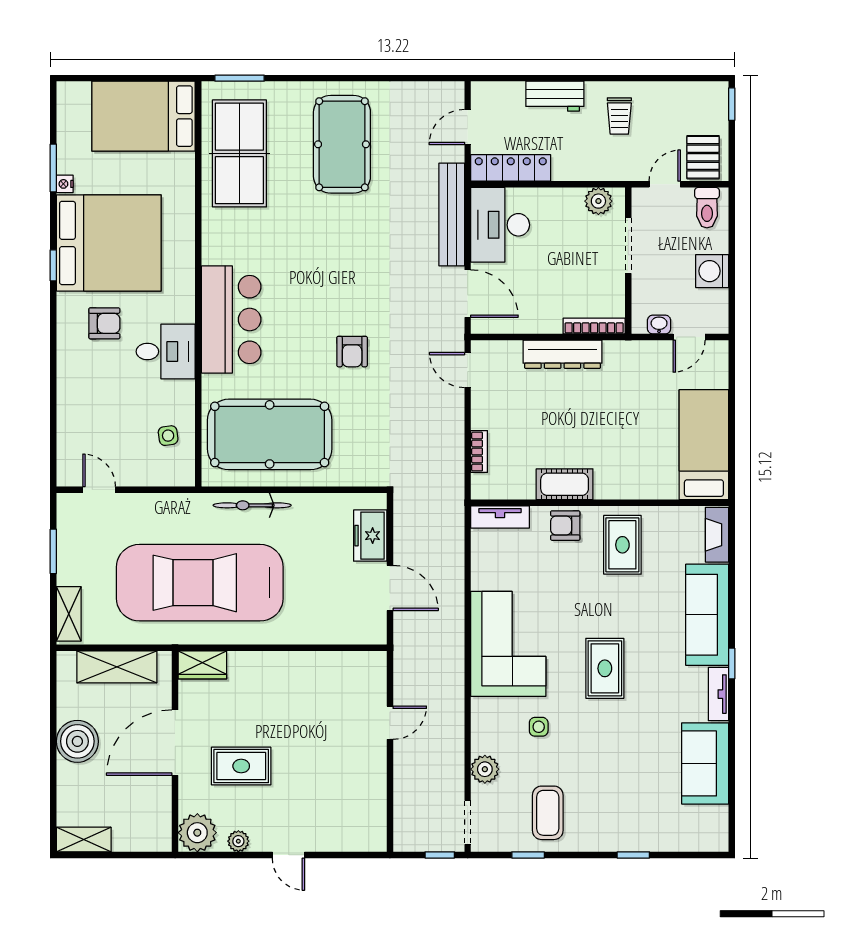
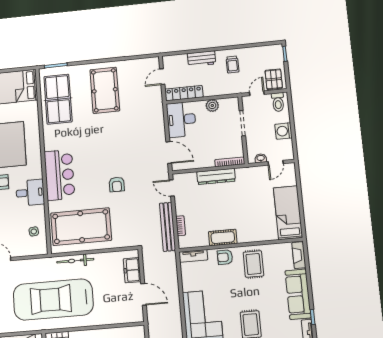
plant: (598, 201) -> (212, 105), moved
bench: (452, 214) -> (168, 227), moved

